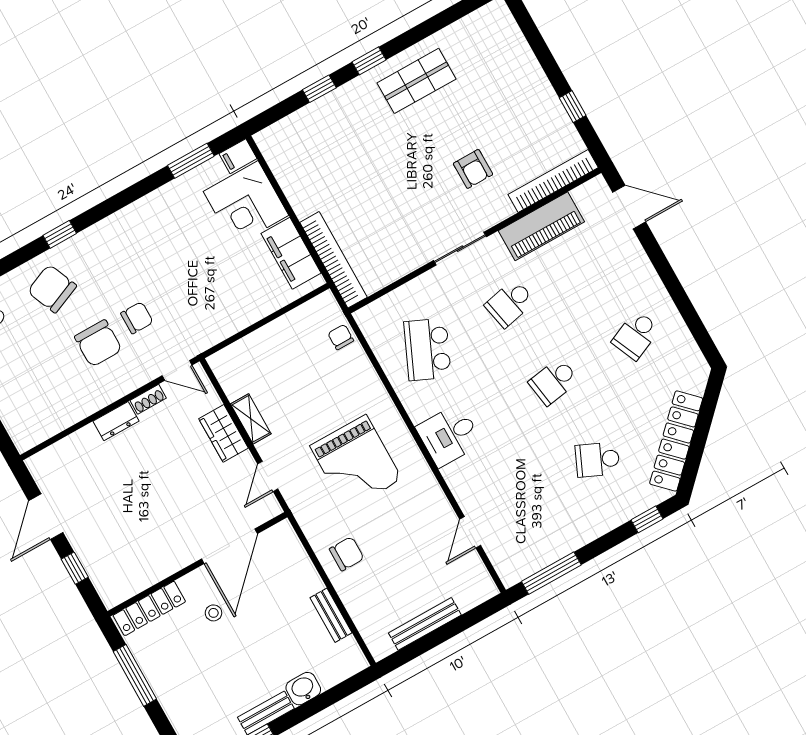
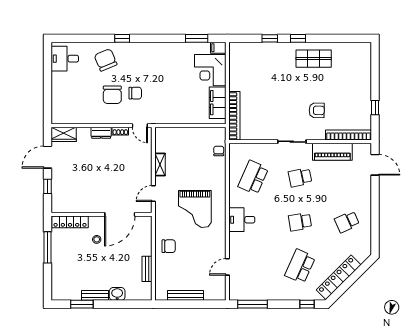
armchair: (473, 169) -> (317, 110), turned -89
wardrobe: (224, 433) -> (64, 134), moved, turned -90
school desk: (597, 459) -> (300, 266), width x1.85

